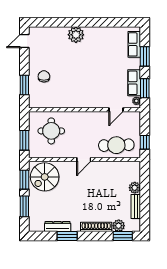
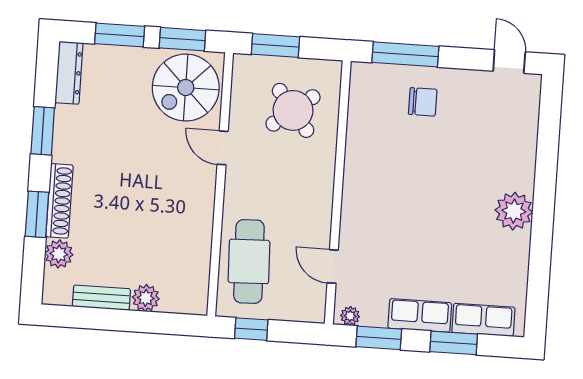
plant: (76, 35) -> (514, 211), moved
row of seats: (134, 83) -> (420, 315), moved
window: (24, 85) -> (405, 54), width x1.44
round table: (51, 131) -> (293, 110), turned -38
door: (84, 160) -> (223, 148), moved
spiral stairs: (45, 177) -> (186, 88), turned -90
dresser: (58, 227) -> (69, 73), moved
window: (123, 236) -> (37, 214), moved

